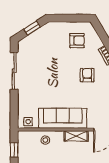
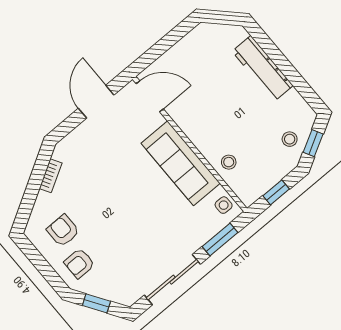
armchair: (87, 75) -> (79, 263), moved
window: (14, 107) -> (220, 239), added
shelving: (76, 136) -> (189, 126), removed

